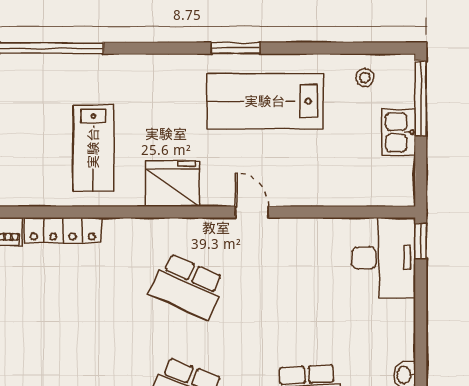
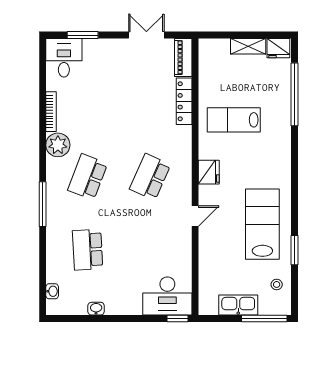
window: (236, 48) -> (295, 250), moved
kitchen sink: (399, 132) -> (238, 305), width x1.38
fridge: (173, 184) -> (209, 172), width x0.73, depth x0.75

